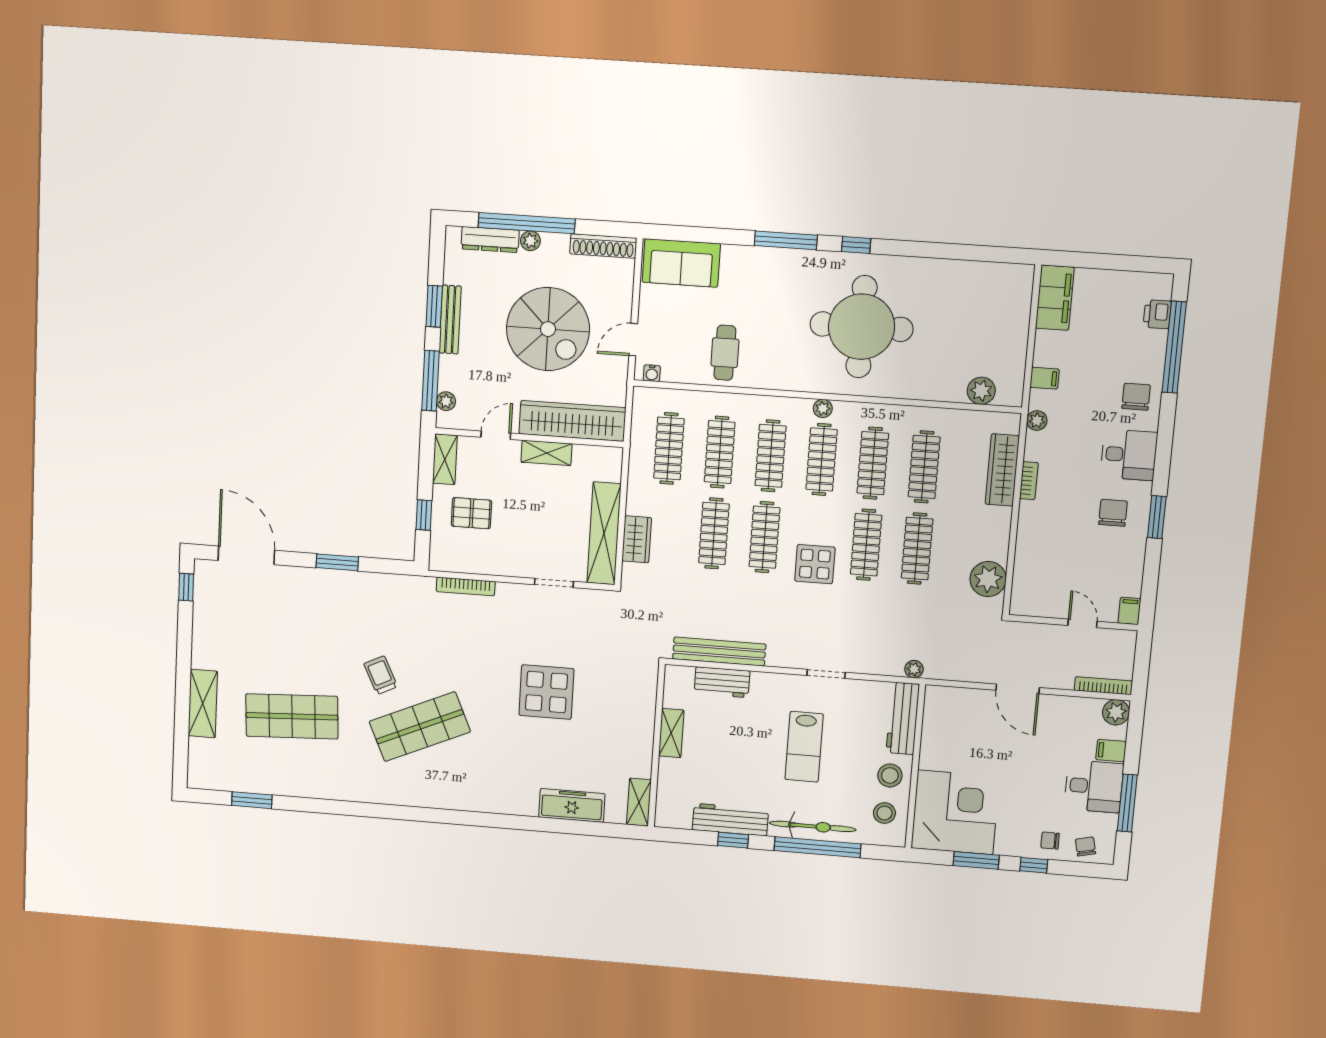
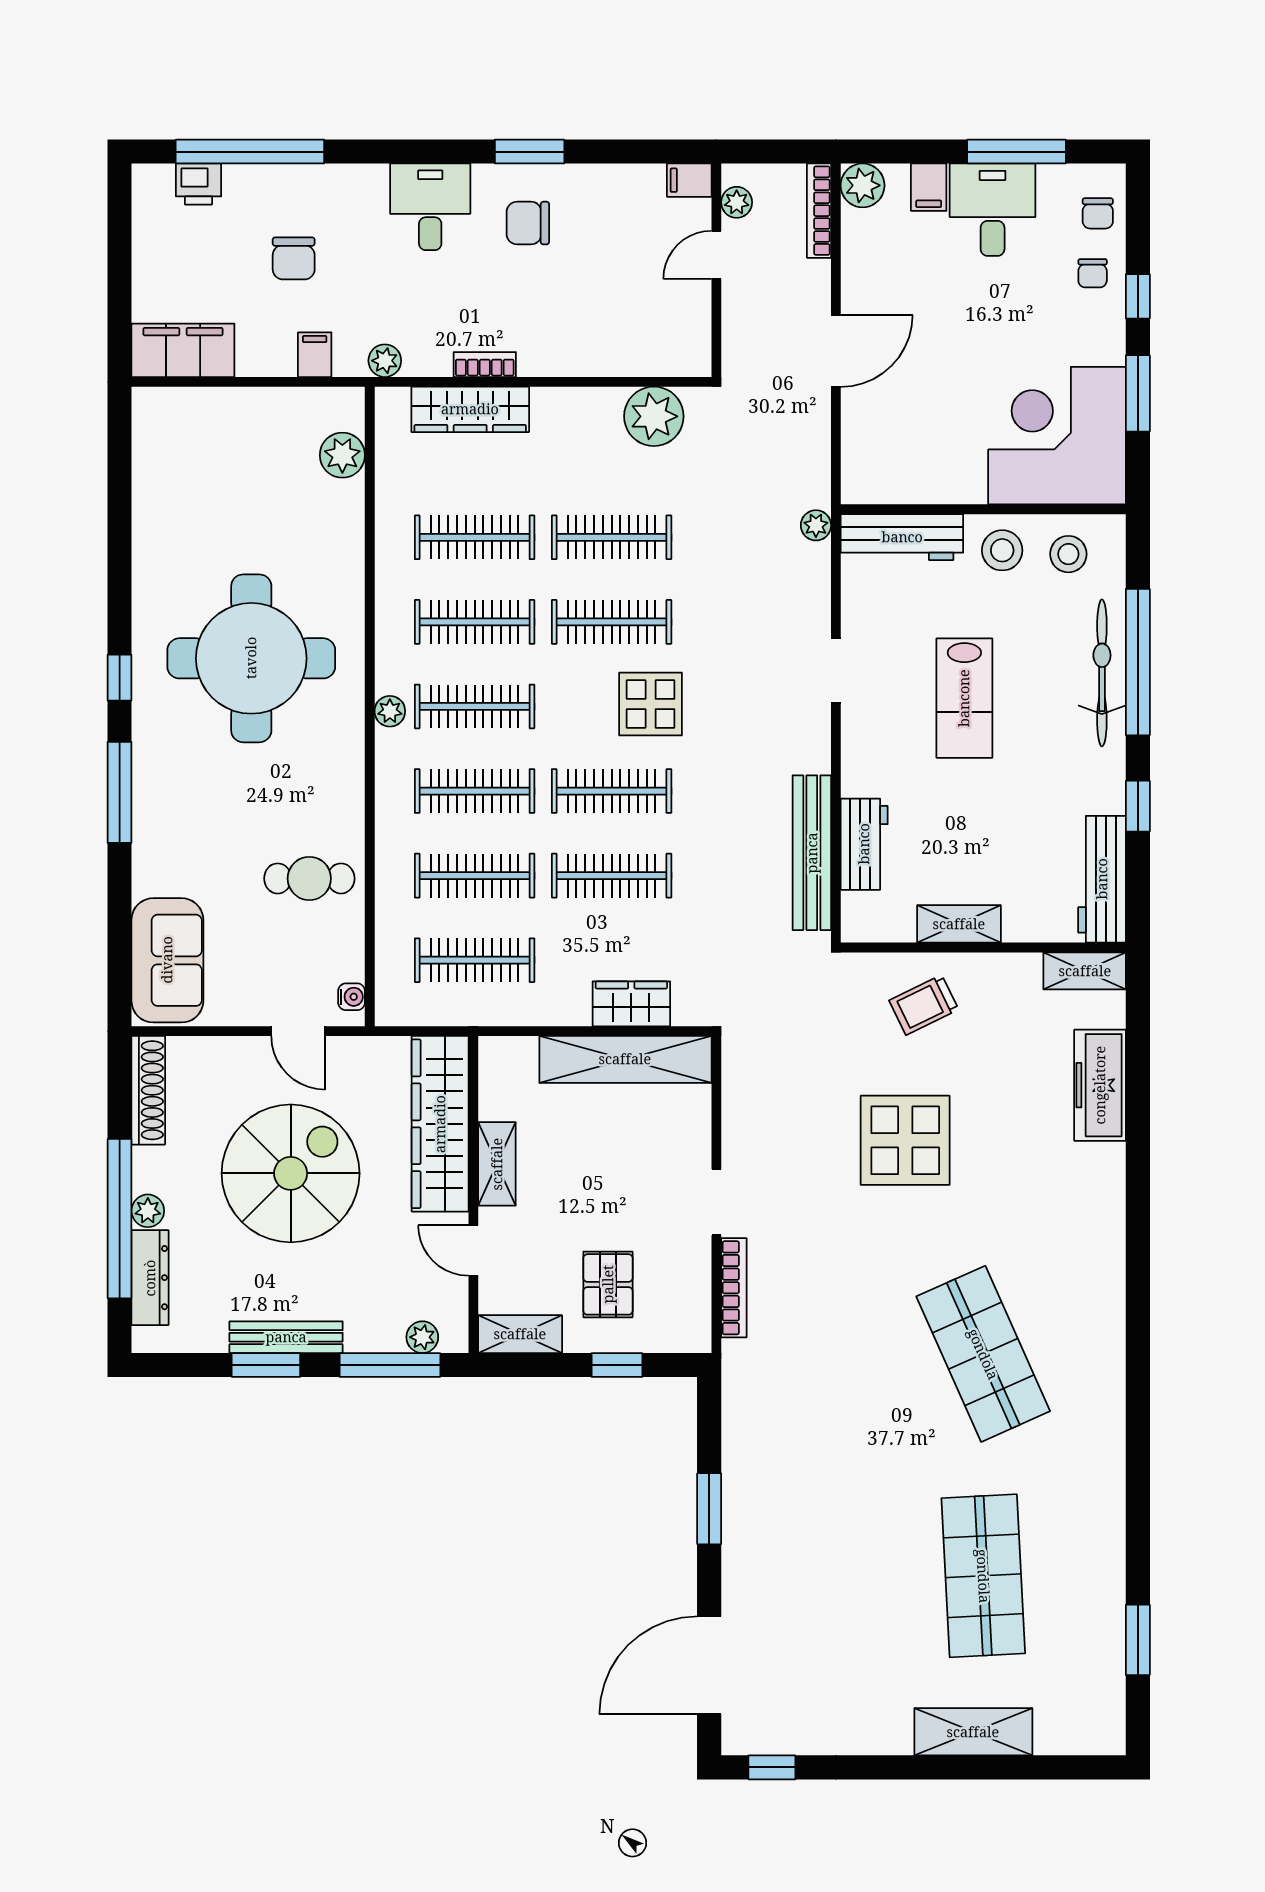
chair: (1136, 397) -> (294, 258), moved, turned -90
doorway: (554, 583) -> (716, 1202), moved
plant: (1113, 638) -> (737, 202), added
trolley: (381, 675) -> (924, 1005), moved
lab bench: (804, 747) -> (964, 698), turned 90
workbench: (730, 820) -> (1102, 879), moved
chair: (1085, 846) -> (1098, 213), turned -77

